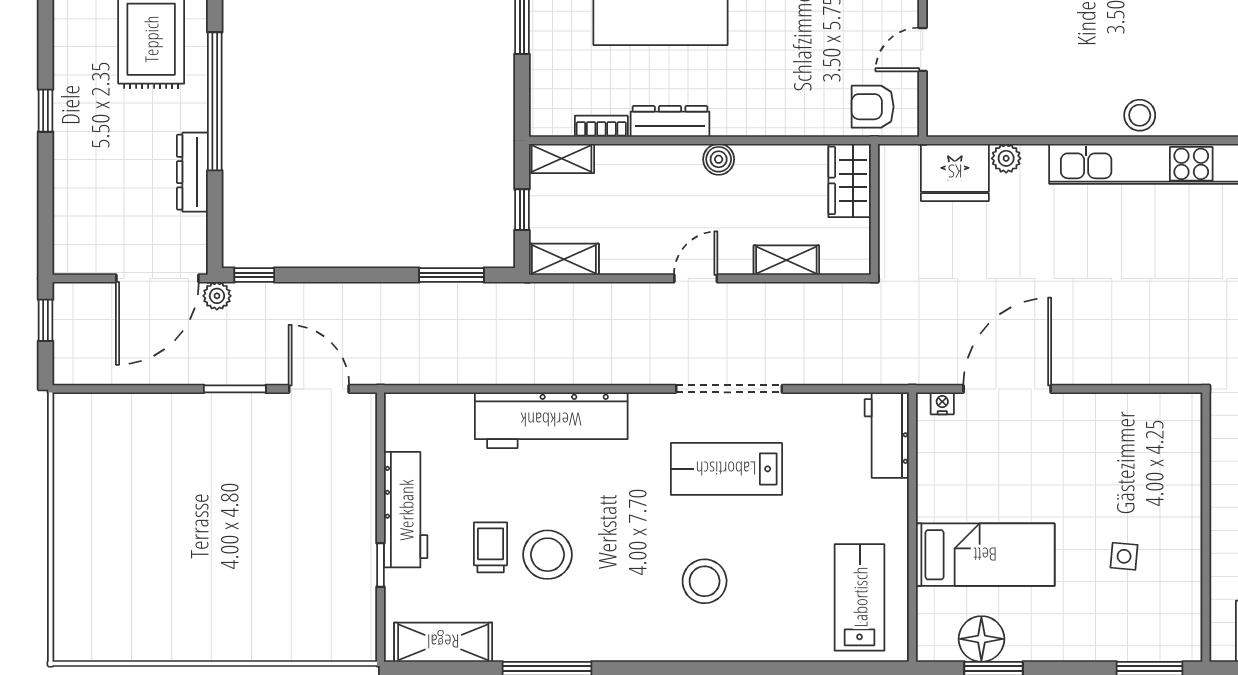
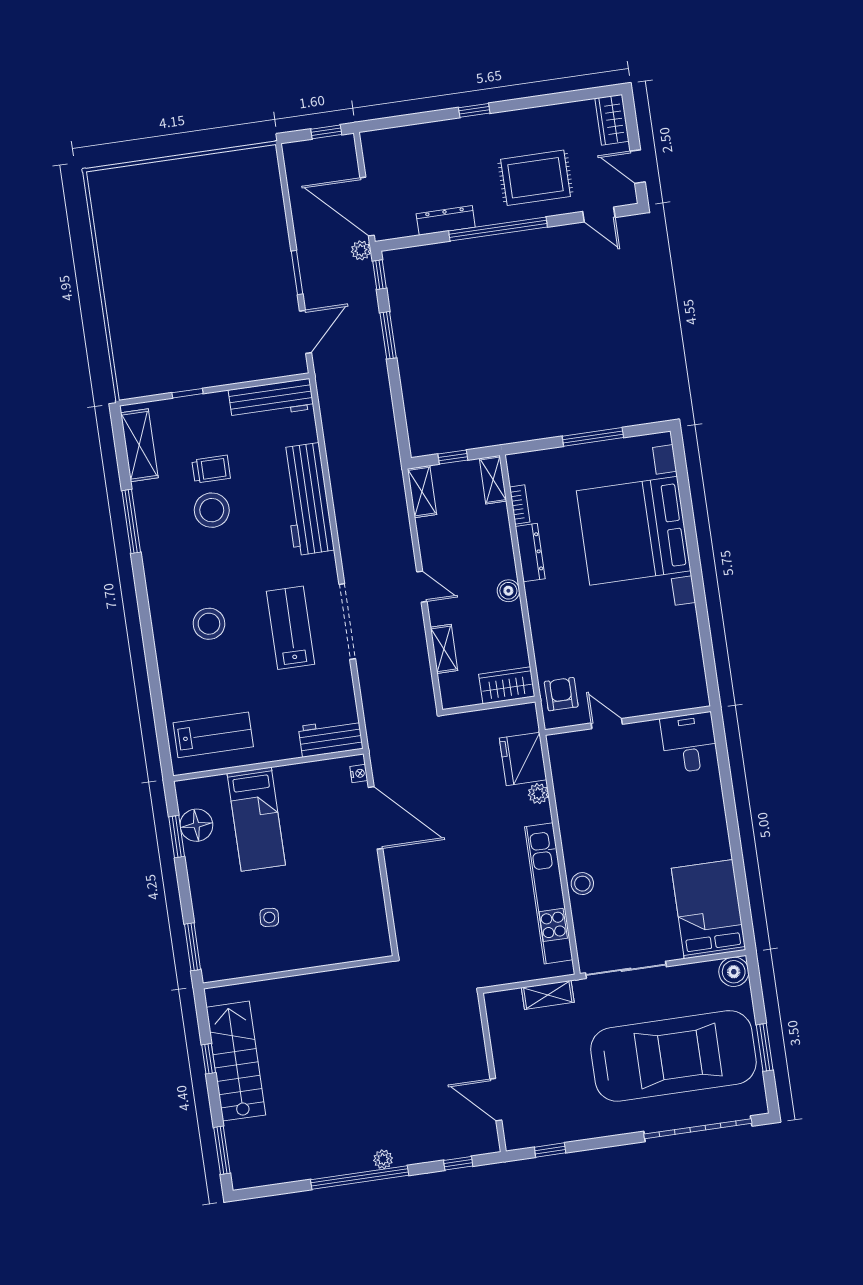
window: (451, 275) -> (388, 335), moved
workbench: (406, 510) -> (271, 399), moved

